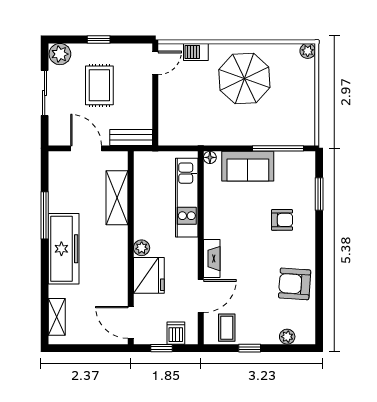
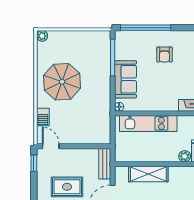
window: (99, 40) -> (34, 163), moved
window: (319, 194) -> (146, 28), width x2.11
armchair: (282, 220) -> (164, 55), turned 180

